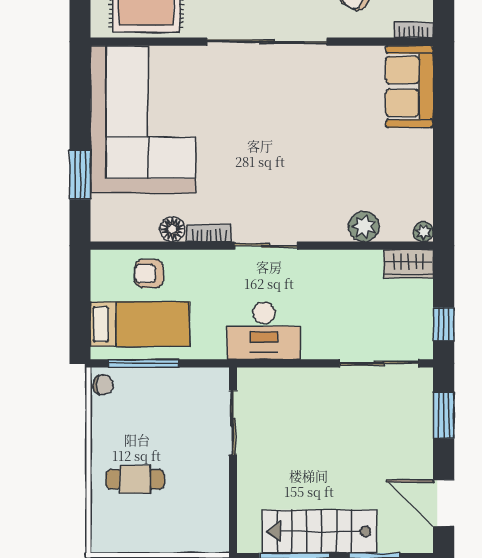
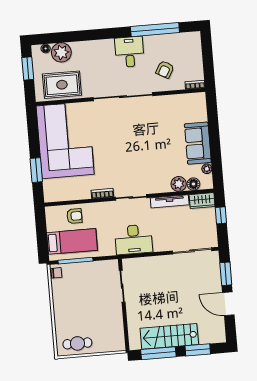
sofa: (409, 87) -> (198, 143), moved
floor lamp: (172, 229) -> (193, 184), moved
plant: (423, 232) -> (207, 169), moved
tv unit: (343, 260) -> (170, 201), added
armchair: (149, 273) -> (74, 216), turned 180
window: (444, 324) -> (221, 215), moved
cafe table: (135, 479) -> (77, 343), moved
door: (444, 503) -> (228, 304), moved

